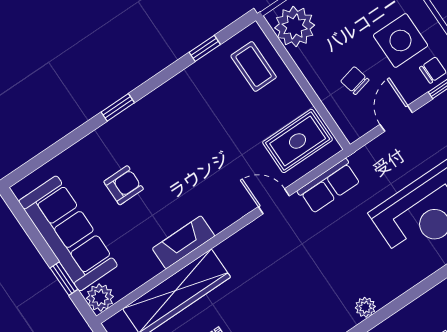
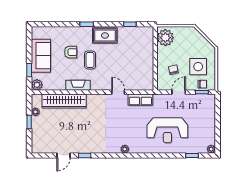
coffee table: (254, 66) -> (90, 60), moved
rug: (298, 141) -> (105, 36), moved
sofa: (68, 233) -> (41, 56), width x0.73

